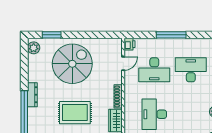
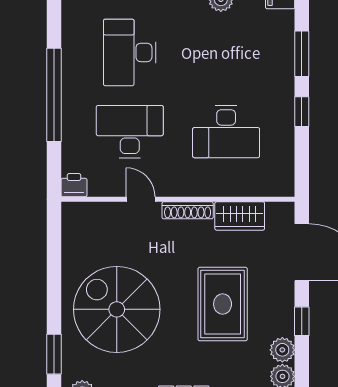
window: (171, 35) -> (54, 95), width x1.46
door: (123, 64) -> (141, 199), moved
desk: (154, 70) -> (130, 132), turned -90

